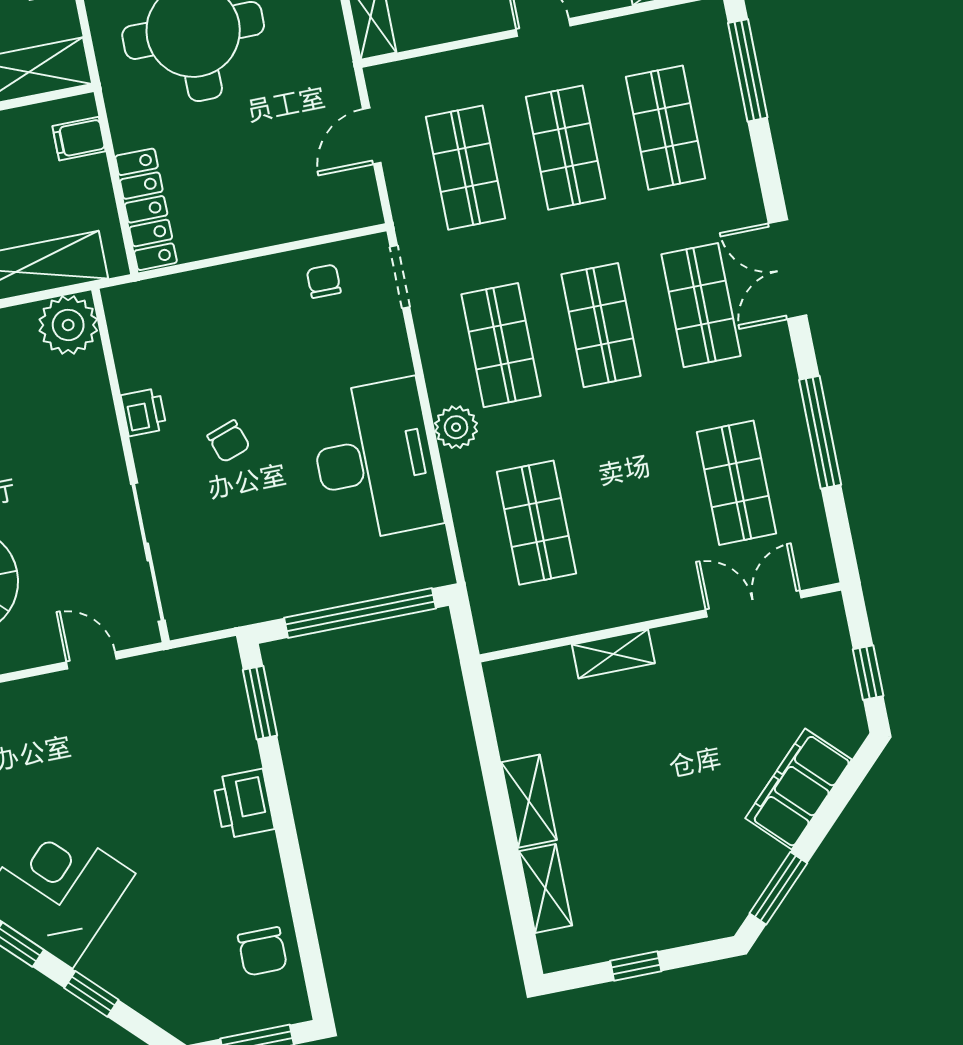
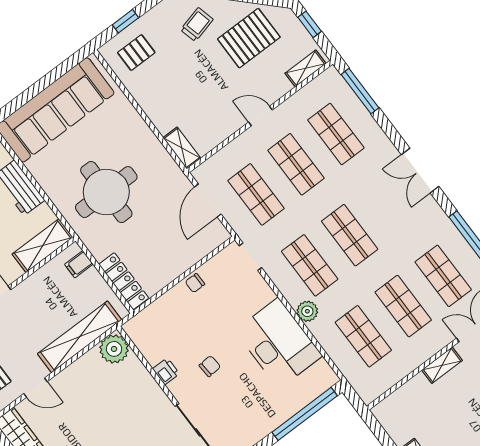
door: (372, 136) -> (208, 200), width x1.38
chair: (324, 281) -> (195, 283), moved, turned -90
shop shelf: (701, 305) -> (403, 306), moved
chair: (229, 441) -> (210, 366), turned -75
shelving: (613, 654) -> (442, 365), moved

